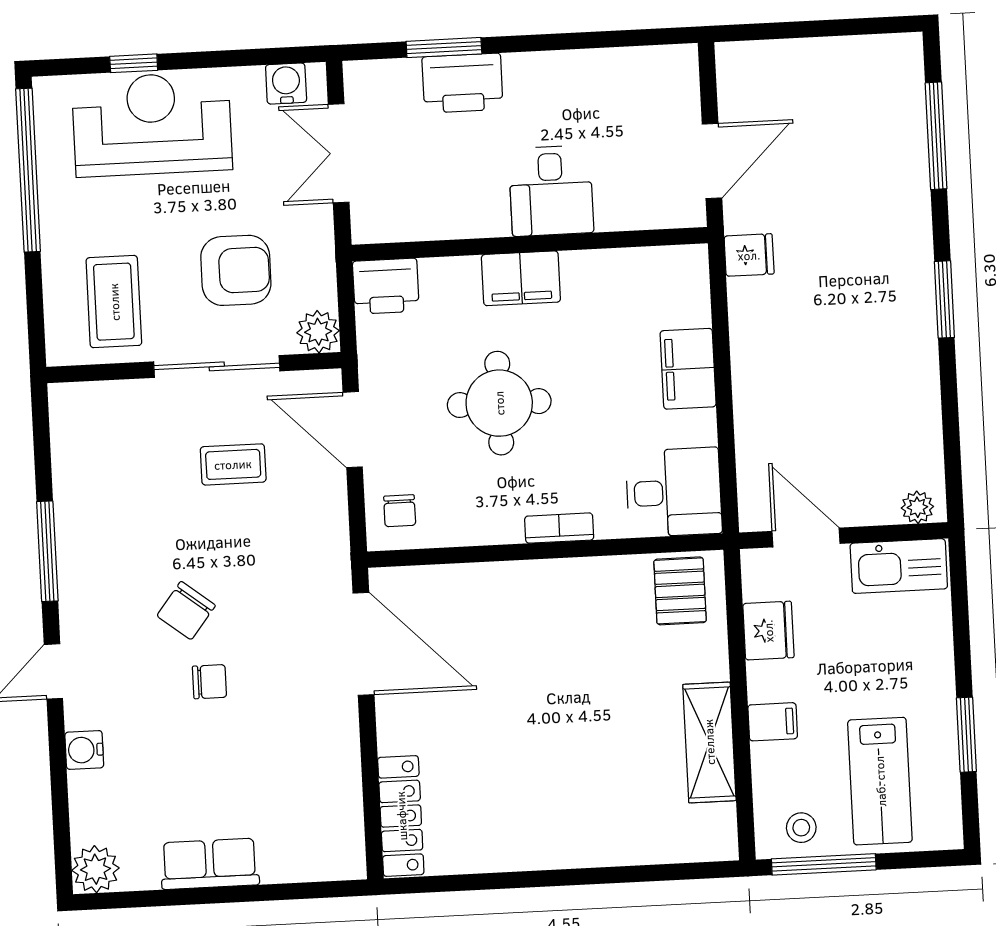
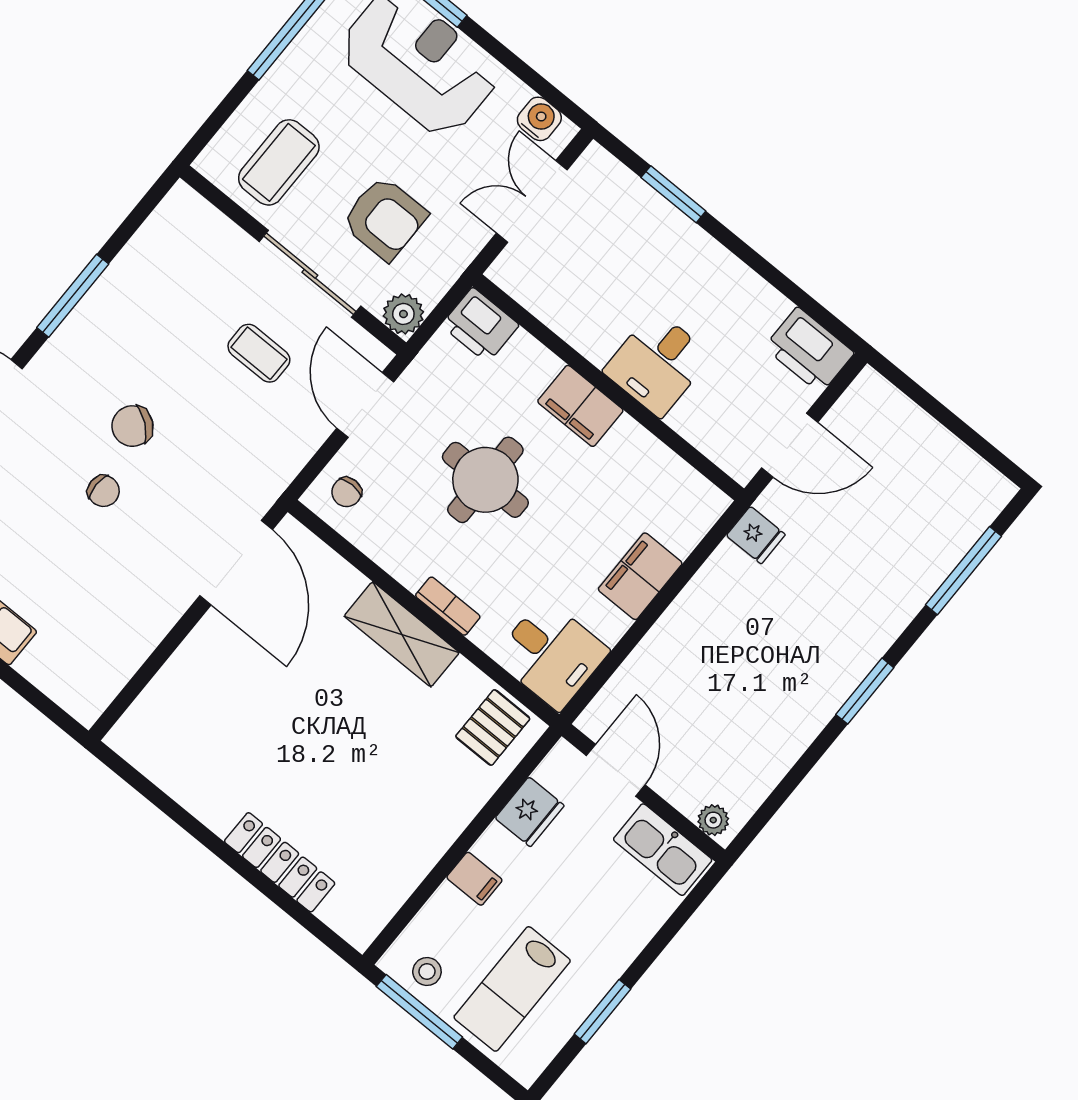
printer: (462, 83) -> (809, 350), moved
shelving: (709, 742) -> (402, 634), moved, turned 90
locker: (401, 816) -> (280, 862), moved, turned -90

